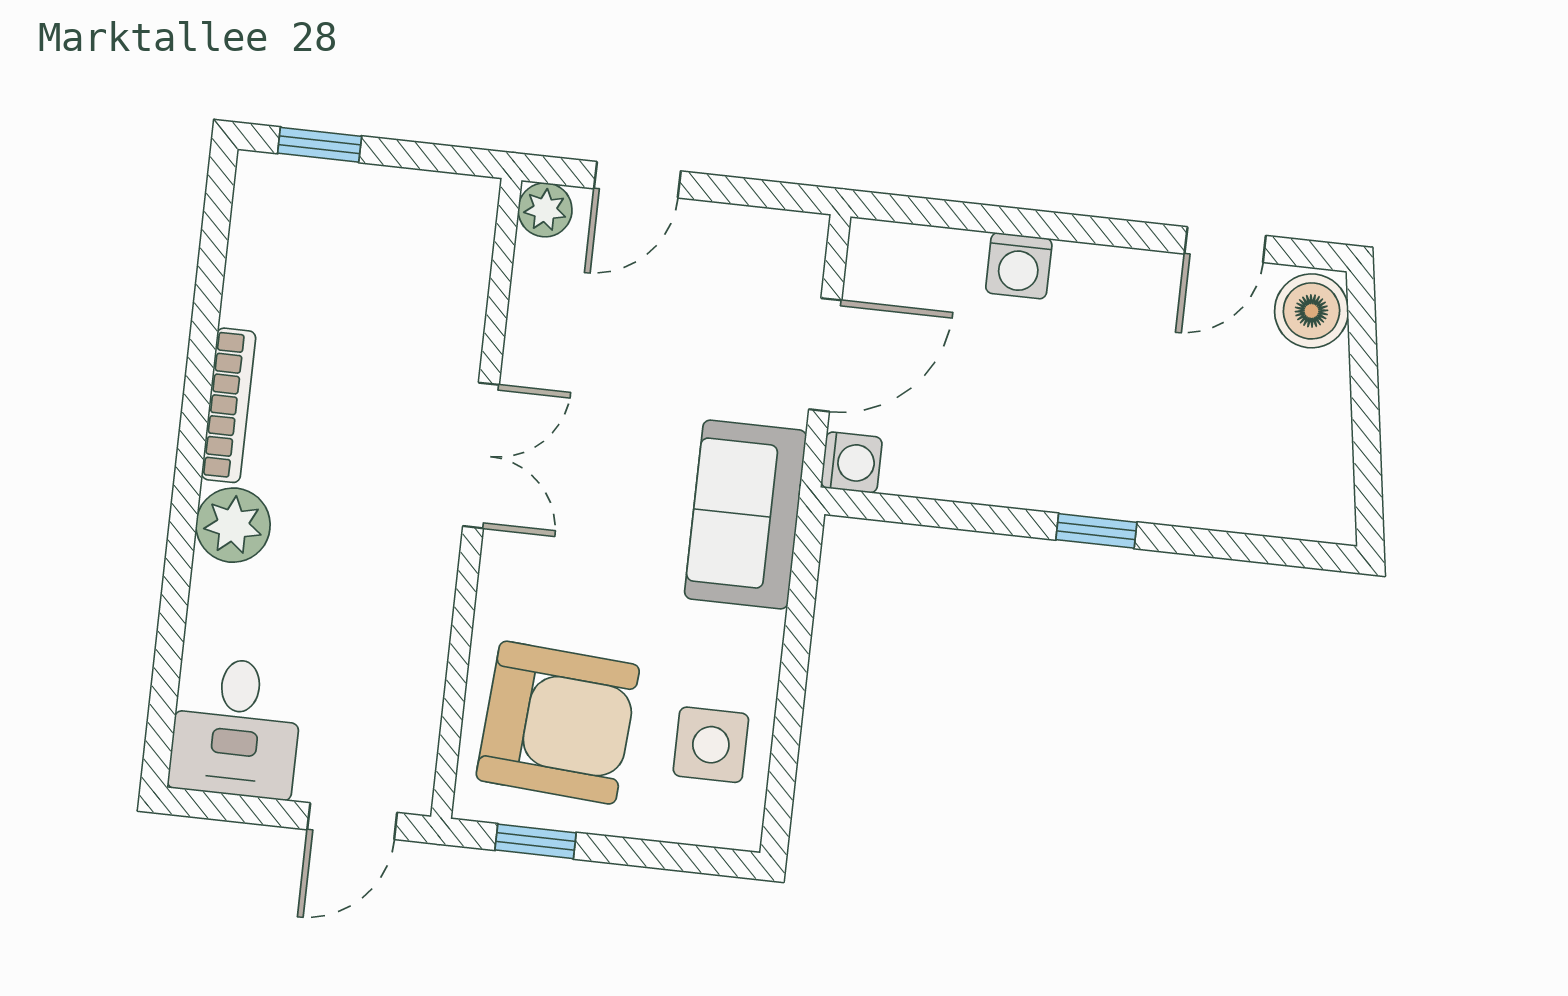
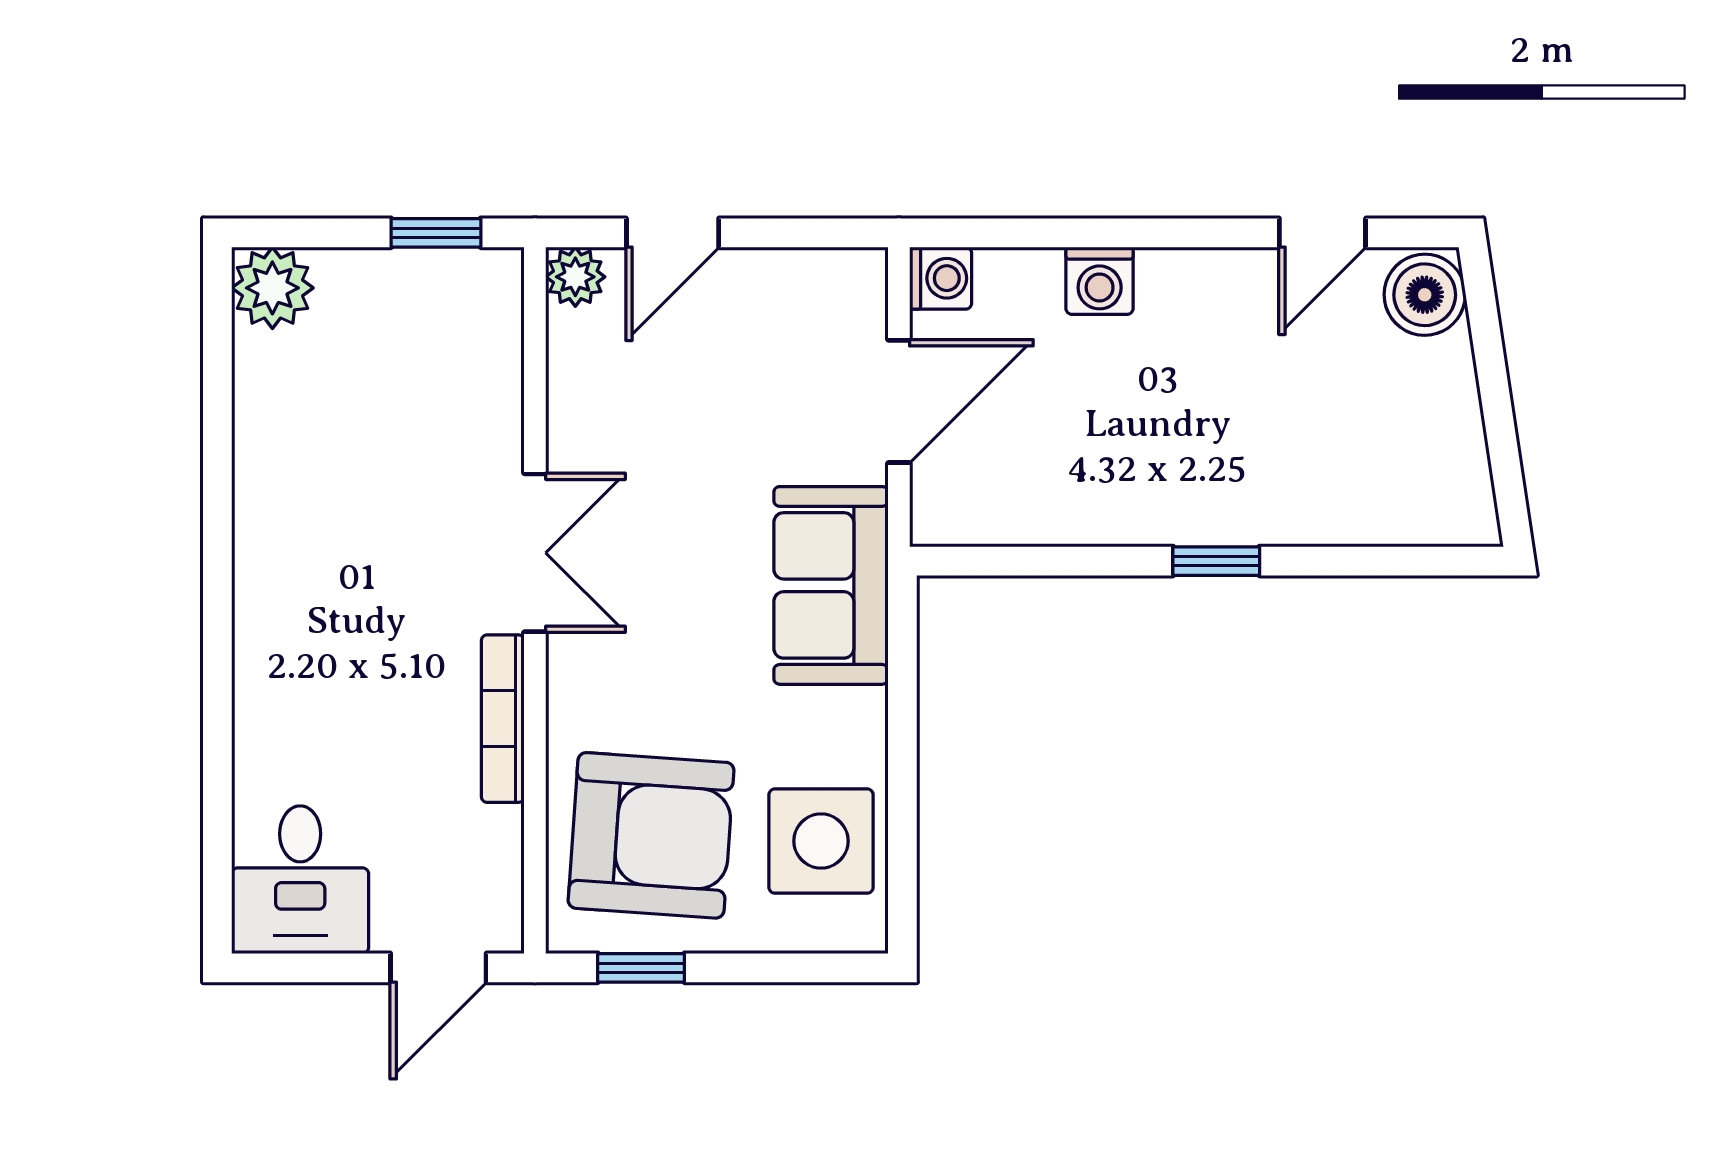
window: (320, 145) -> (436, 233), moved
bookcase: (229, 405) -> (503, 719), moved, turned 180
washing machine: (852, 462) -> (941, 278), moved
plant: (233, 525) -> (272, 288), moved
side table: (711, 745) -> (821, 841), width x1.37, depth x1.37

